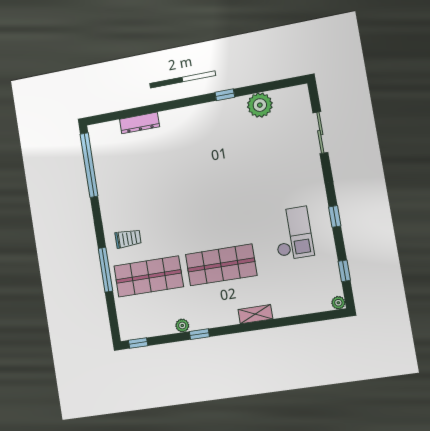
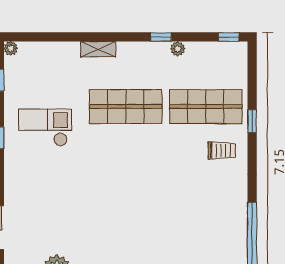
checkout: (293, 233) -> (45, 128), turned 90
trolley: (128, 239) -> (222, 151), turned 180
window: (105, 270) -> (252, 121), width x0.46

